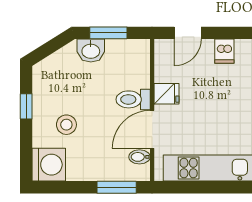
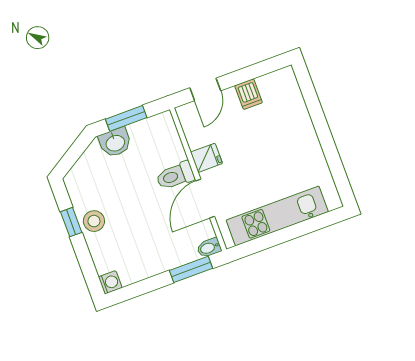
stool: (66, 125) -> (94, 221), moved
bidet: (139, 157) -> (209, 248), moved
washing machine: (49, 165) -> (110, 282), width x0.53, depth x0.53

